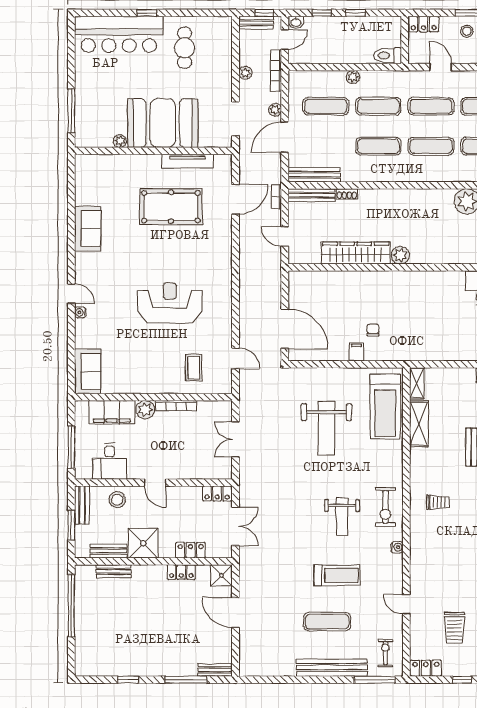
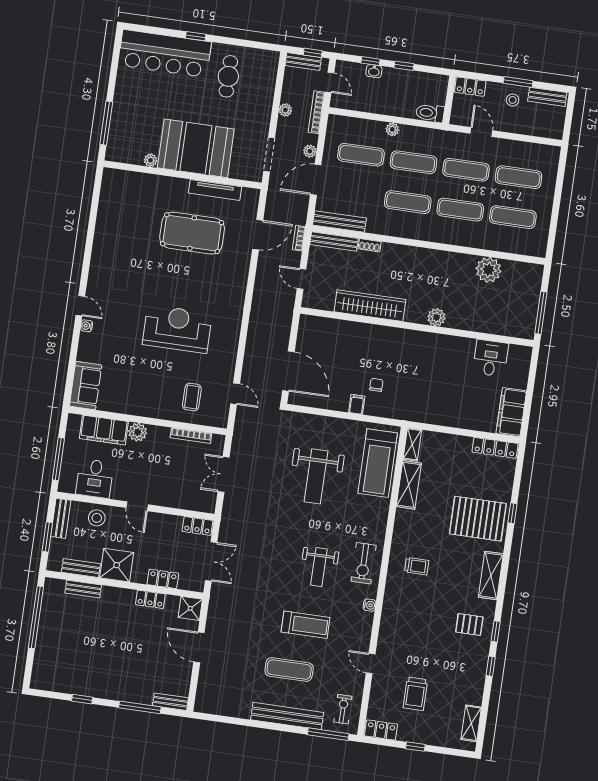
washbasin: (296, 22) -> (374, 71), moved
door: (285, 40) -> (330, 82), hinge flipped
sofa: (88, 229) -> (106, 243), removed
plant: (400, 255) -> (436, 317), moved
bookcase: (176, 406) -> (191, 436), moved

